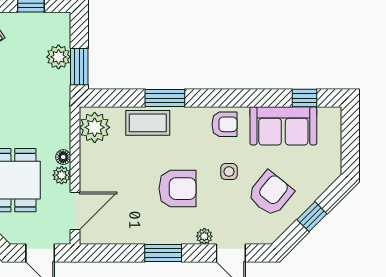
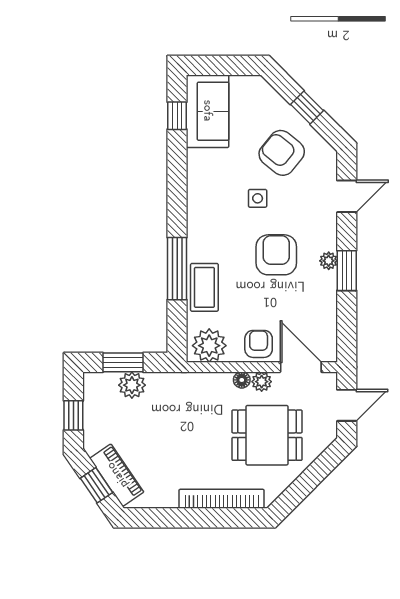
window: (79, 67) -> (123, 362), moved
window: (165, 98) -> (177, 269), width x1.44
armchair: (224, 124) -> (259, 344), moved
sofa: (283, 126) -> (208, 111), moved
plant: (204, 236) -> (329, 261), moved

